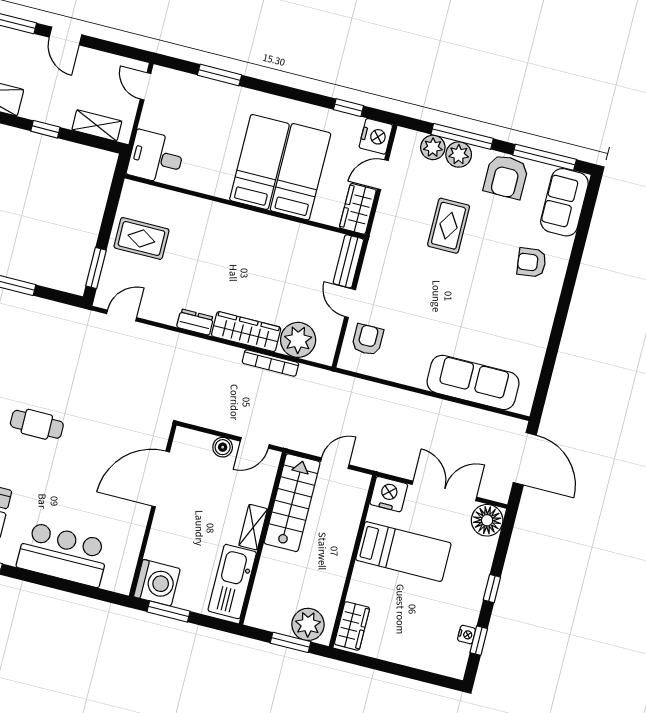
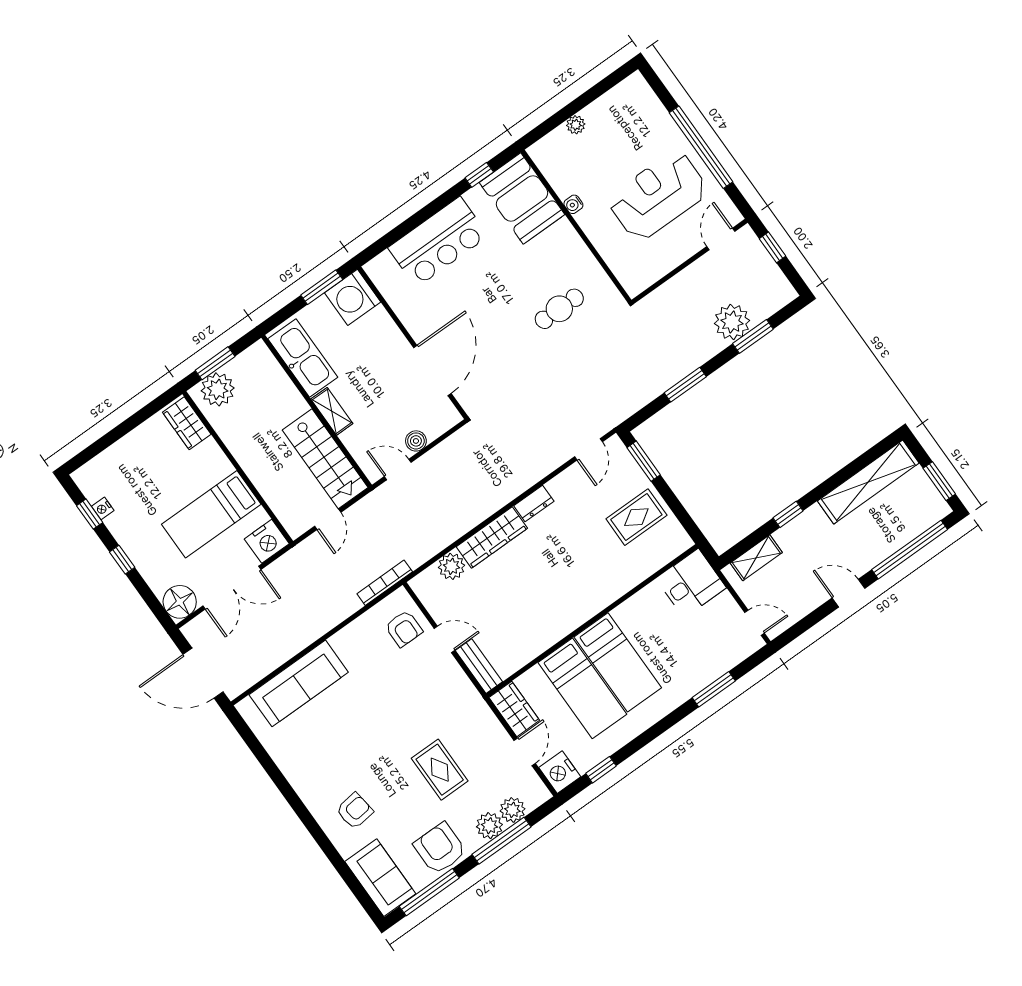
plant: (298, 340) -> (452, 566), width x0.73, depth x0.73
bookcase: (270, 363) -> (385, 583), moved
door: (255, 443) -> (398, 469), hinge flipped

